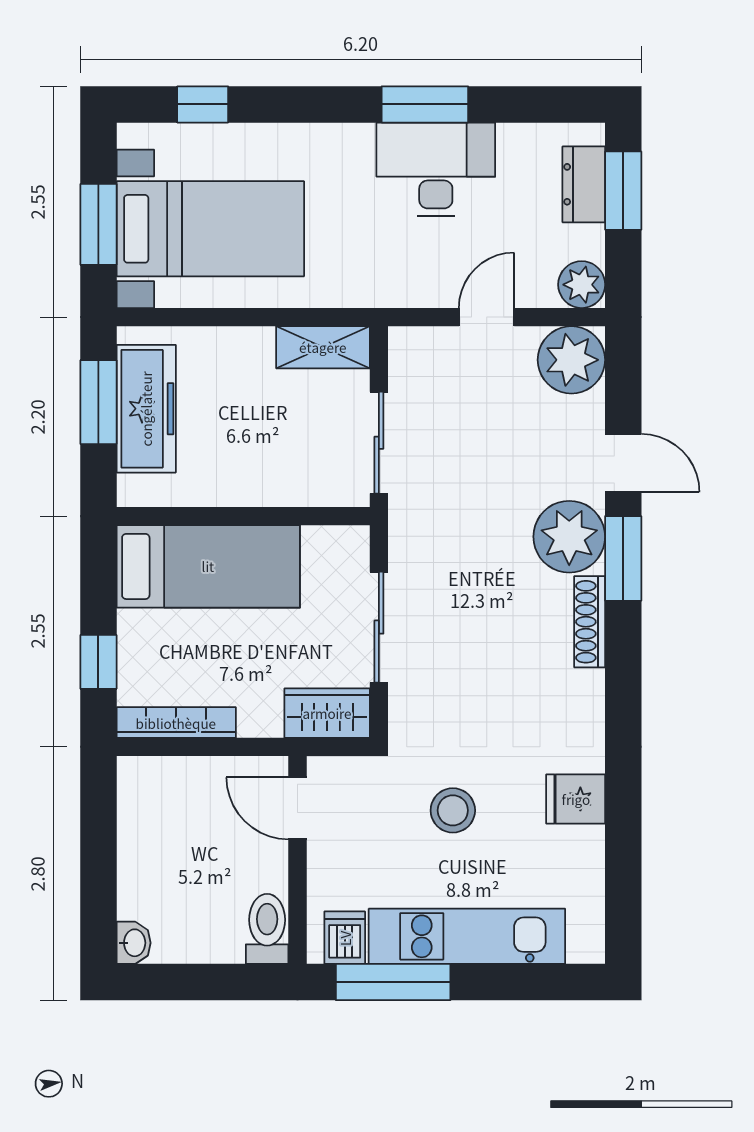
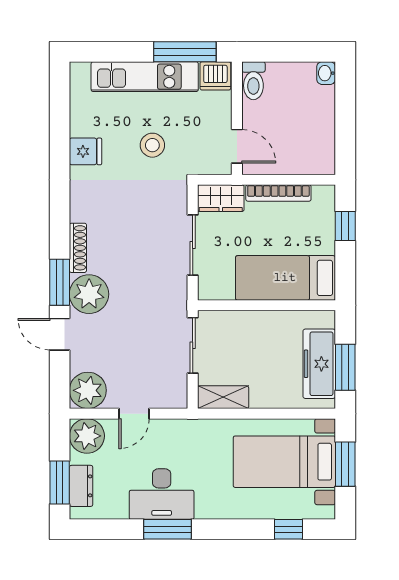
plant: (582, 285) -> (87, 436), width x1.36, depth x1.36
bookcase: (176, 723) -> (278, 193), moved
dishwasher: (345, 938) -> (215, 76), width x1.38

